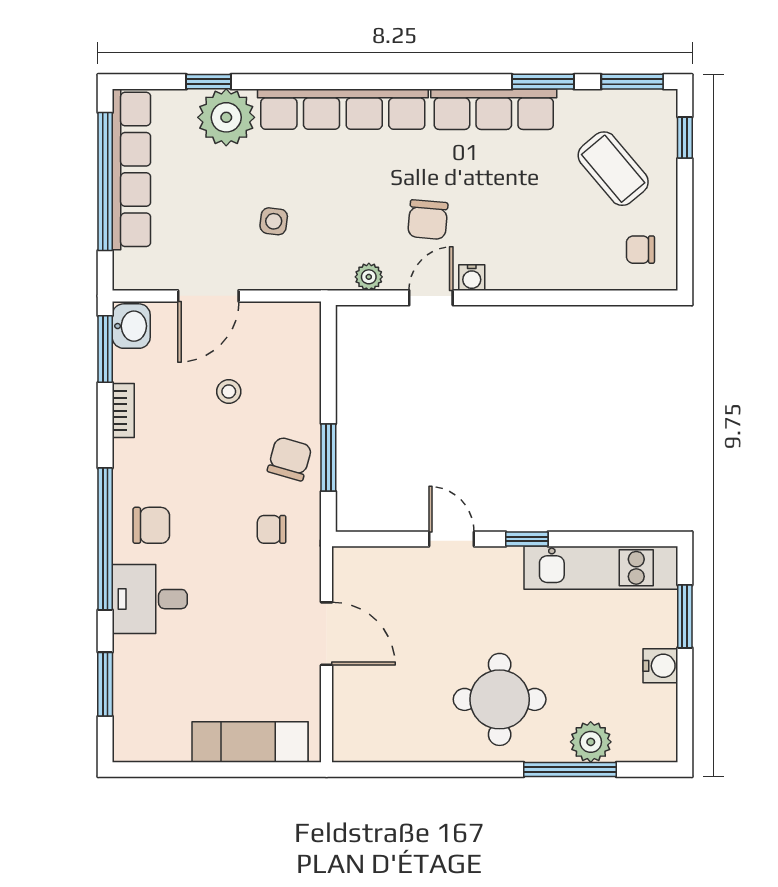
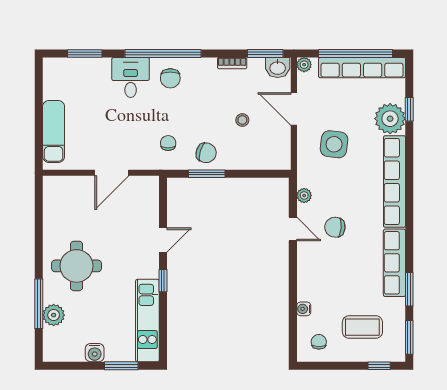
coffee table: (613, 169) -> (362, 327), turned 40
side table: (274, 221) -> (334, 144), width x1.87, depth x1.87
plant: (126, 277) -> (304, 65), added
water cooler: (472, 278) -> (304, 309), moved

